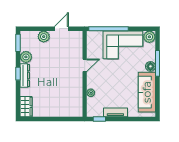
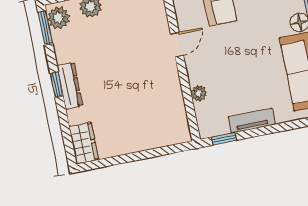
plant: (26, 57) -> (59, 18), moved

